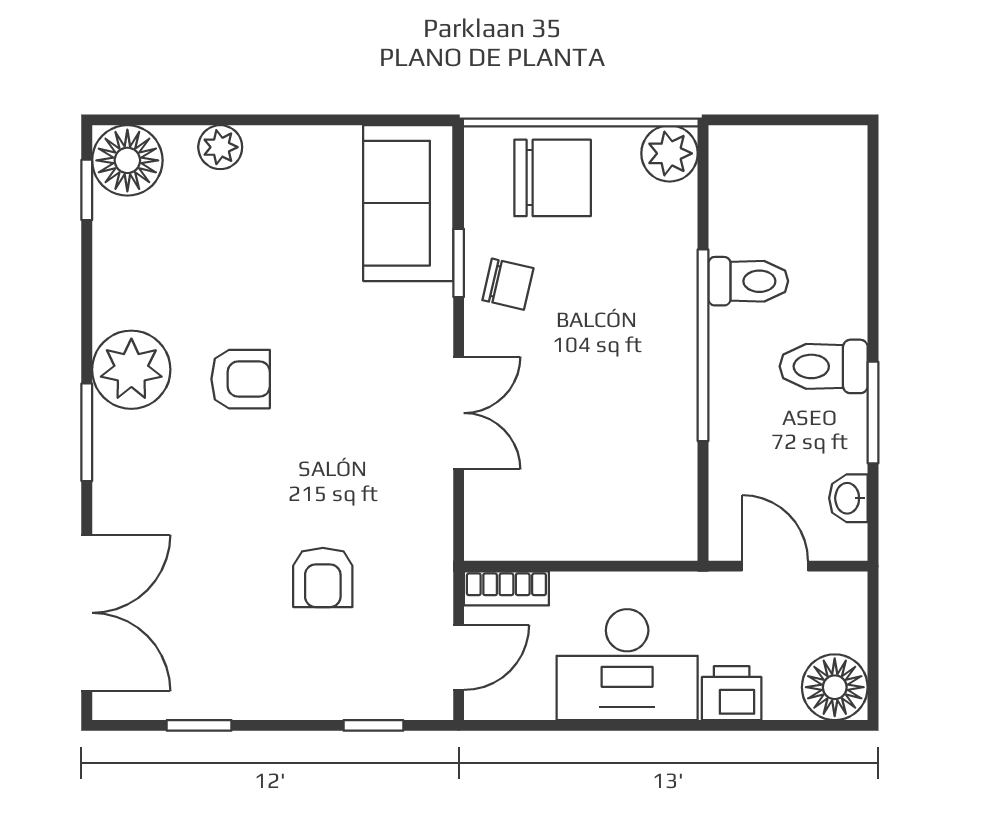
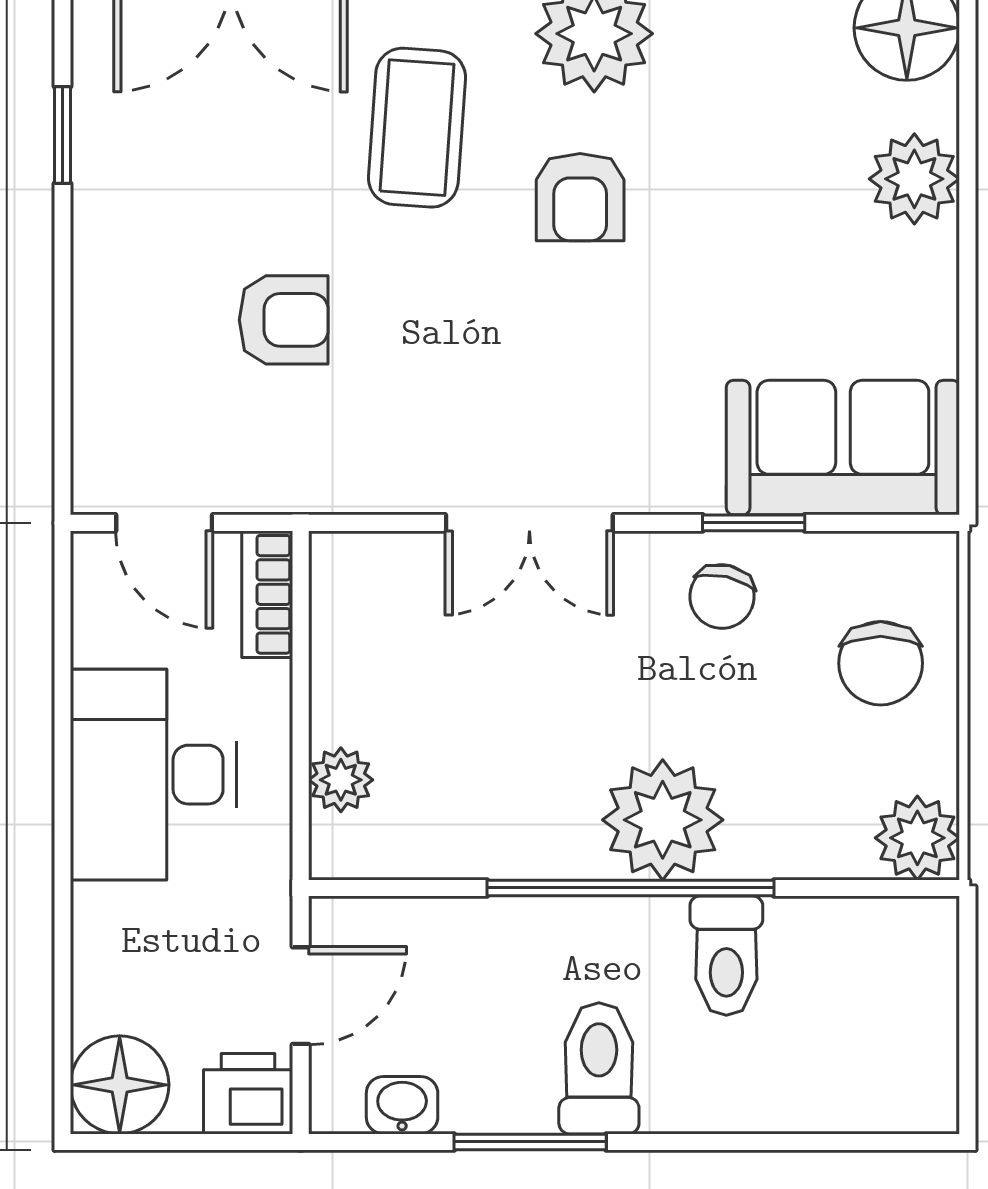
plant: (220, 147) -> (914, 179), width x1.38, depth x1.38
chair: (553, 178) -> (881, 663), width x0.73, depth x0.73
plant: (657, 324) -> (663, 820), added
coffee table: (194, 488) -> (417, 128), added
plant: (631, 539) -> (341, 780), added
armchair: (323, 577) -> (284, 320), turned 180
printer: (732, 693) -> (248, 1094), moved, turned -90
window: (373, 725) -> (63, 396), removed

